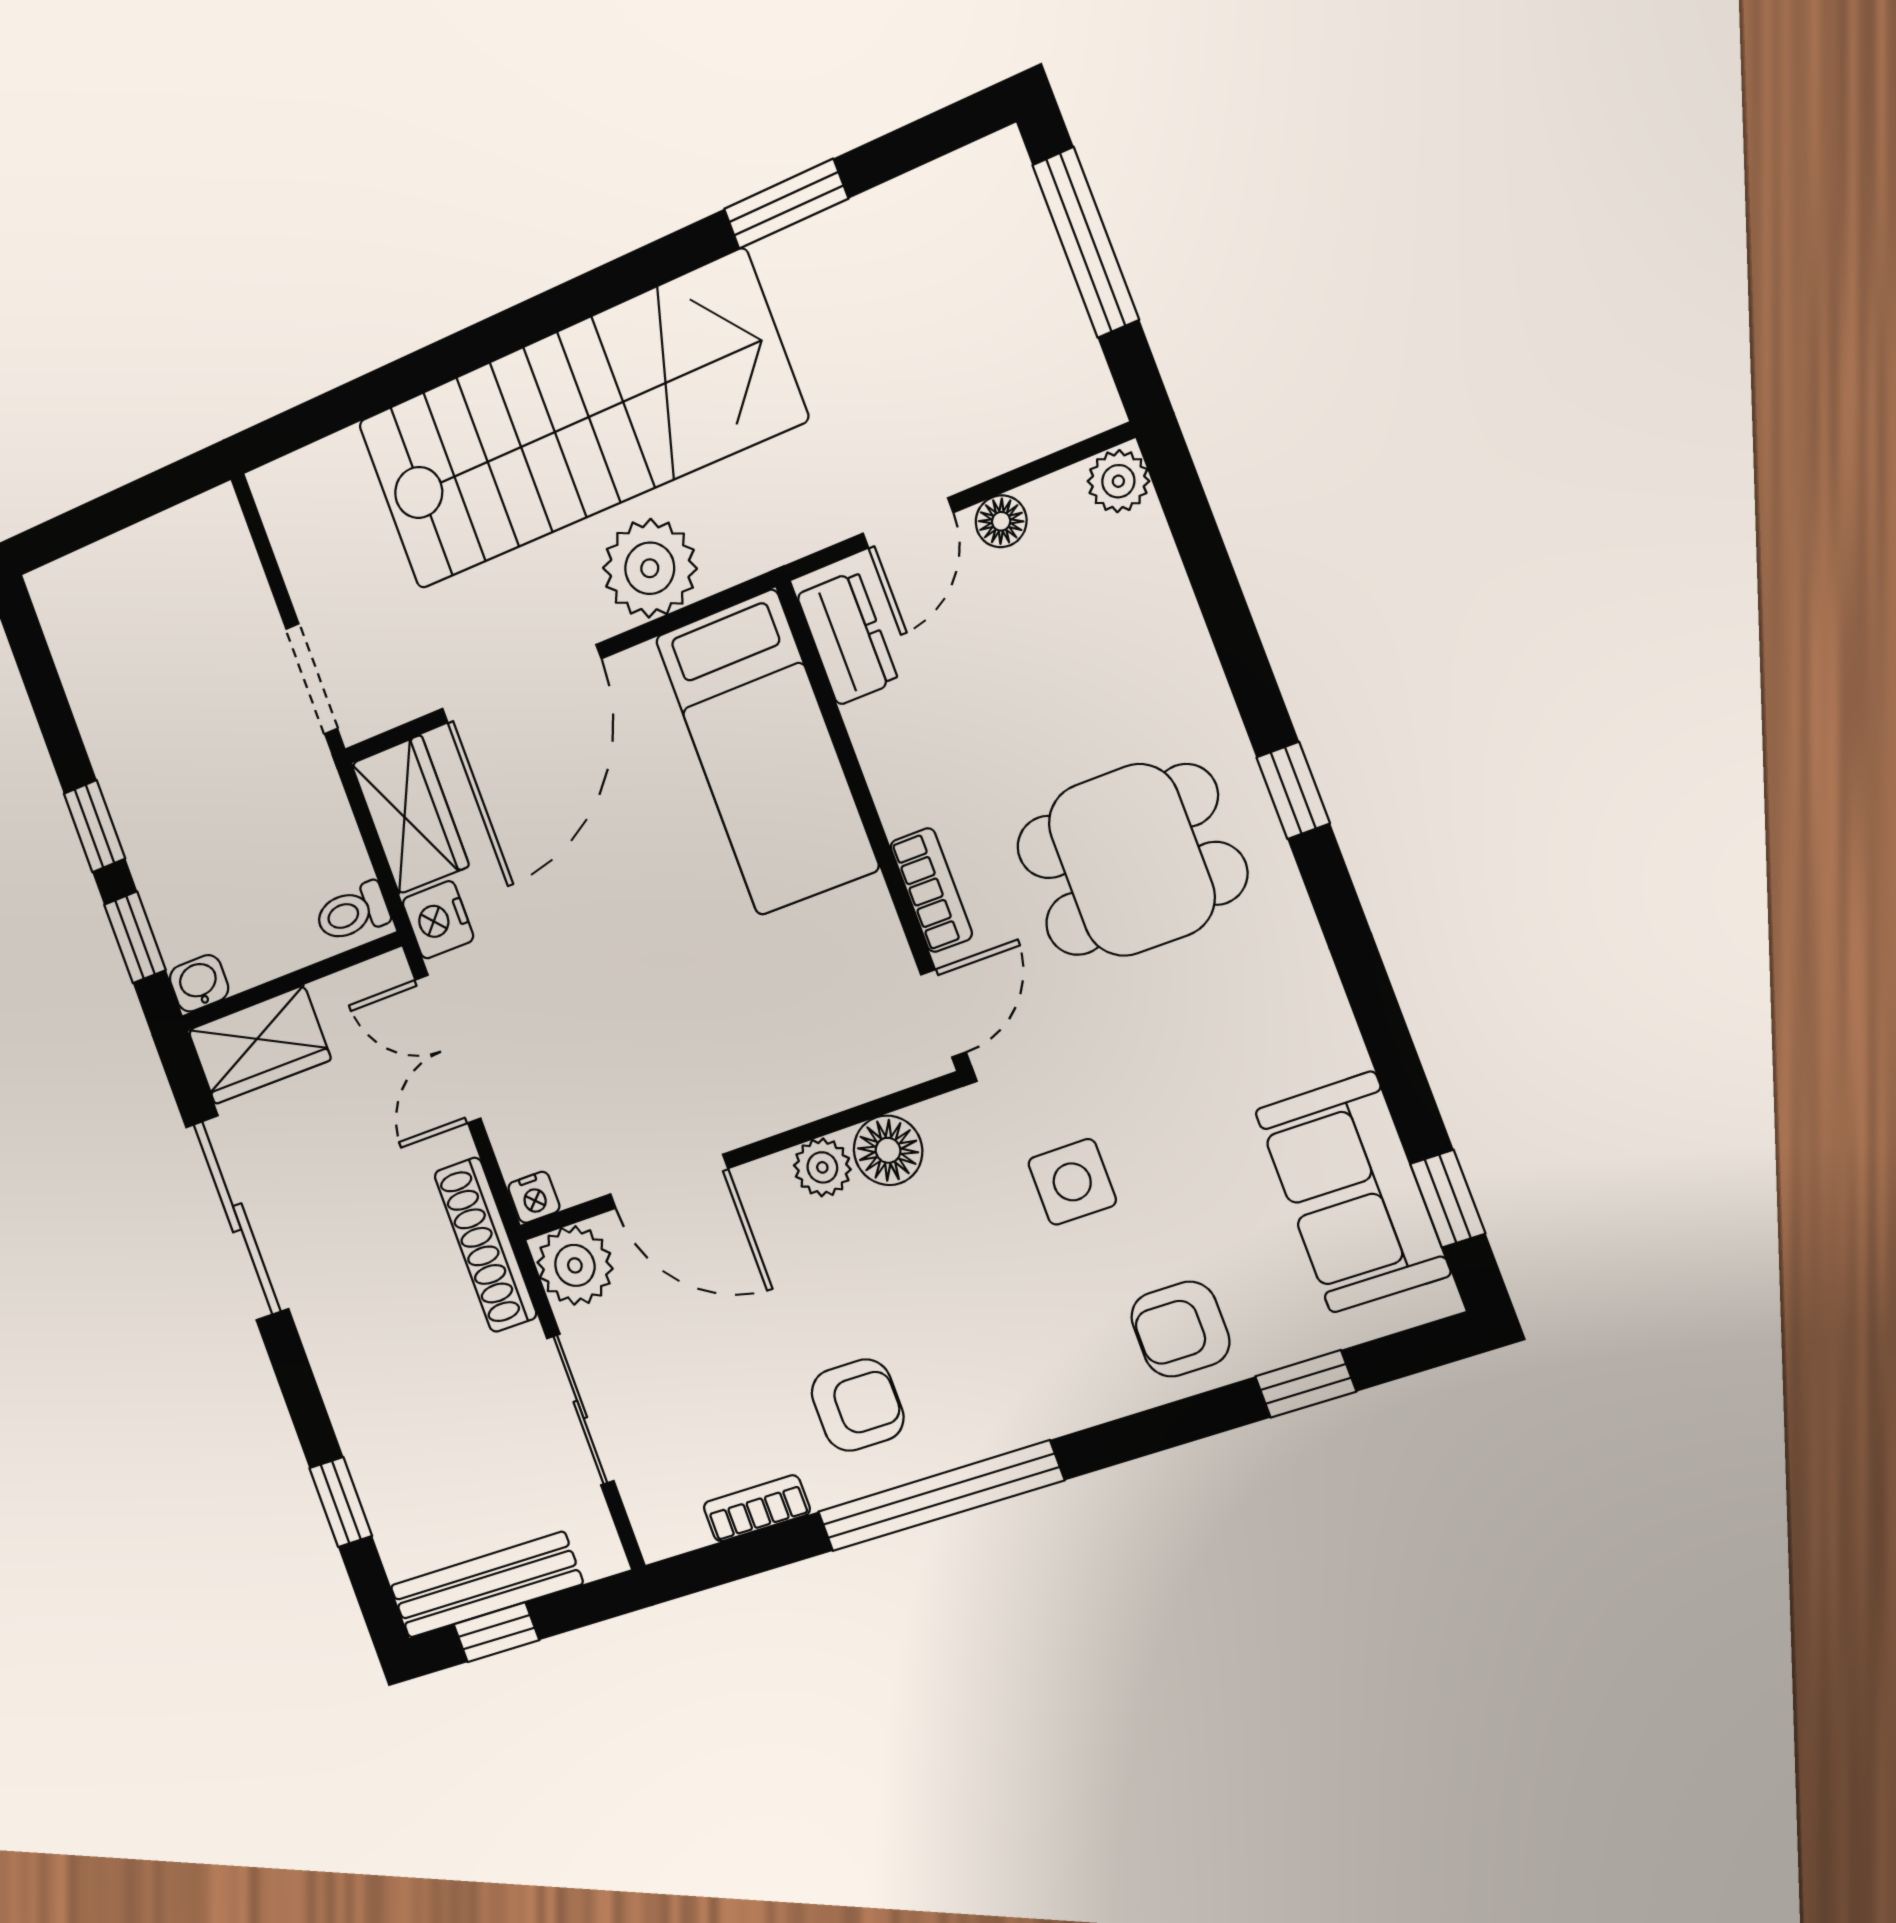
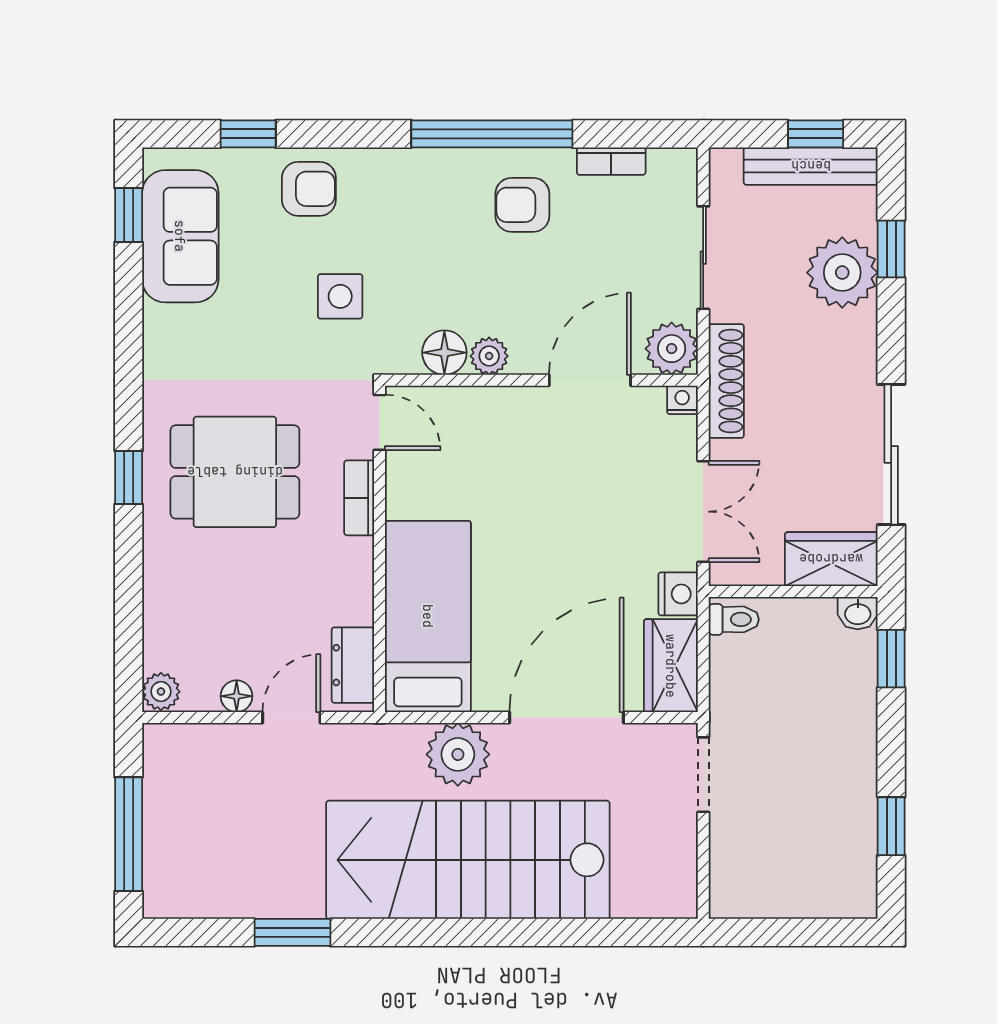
window: (94, 826) -> (891, 826), moved
door: (944, 1013) -> (380, 422), swing flipped
door: (669, 1181) -> (590, 380), hinge flipped
plant: (391, 1449) -> (842, 273), added

